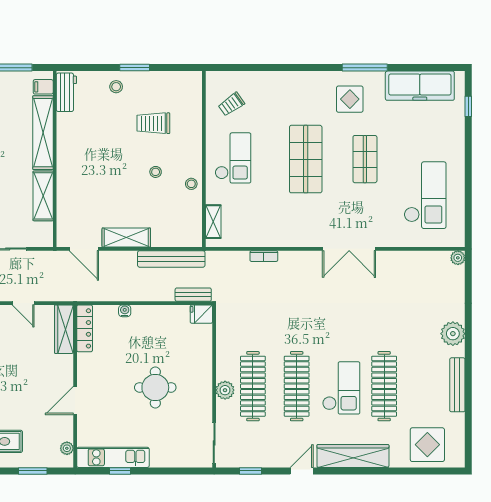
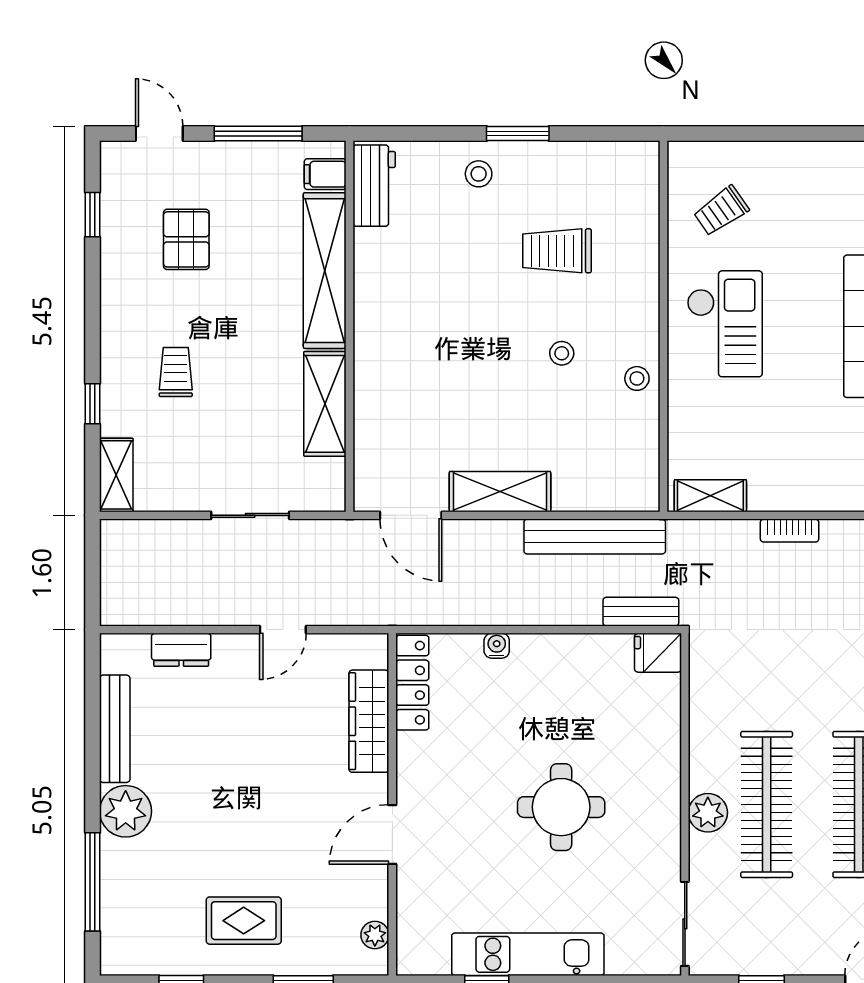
shelving: (213, 222) -> (710, 496), moved, turned 90
door: (23, 303) -> (283, 630), hinge flipped
wardrobe: (64, 329) -> (369, 721), moved
kitchen unit: (113, 457) -> (528, 954), moved

